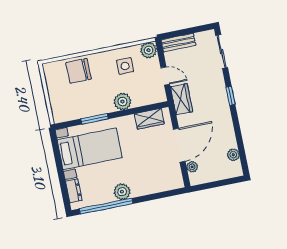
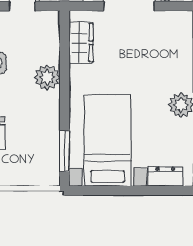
window: (94, 119) -> (65, 151), moved

